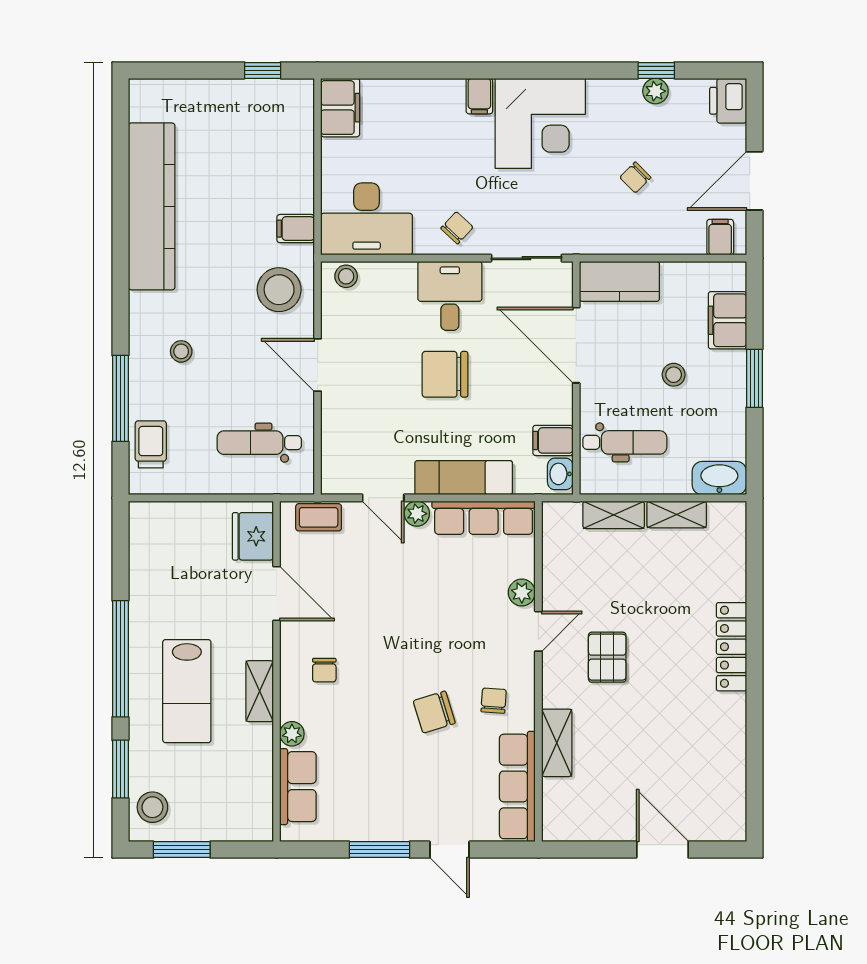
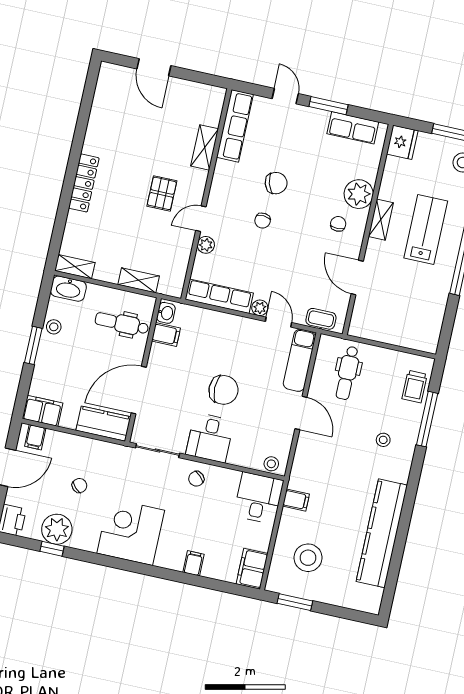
window: (263, 70) -> (295, 602), width x1.50
plant: (655, 91) -> (57, 529), width x1.88, depth x1.88
filing cabinet: (479, 96) -> (193, 563), moved
desk: (367, 219) -> (259, 498), width x0.73
stool: (279, 290) -> (308, 558), moved
filing cabinet: (727, 320) -> (42, 411), moved, turned -90
door: (576, 345) -> (139, 390), swing flipped
stool: (674, 375) -> (54, 327), moved
dental chair: (259, 443) -> (347, 373), turned 90
exam couch: (464, 478) -> (299, 360), moved, turned 90
shelving: (677, 514) -> (75, 267), moved
fridge: (253, 536) -> (402, 142), moved
chair: (494, 701) -> (263, 221), moved
plant: (292, 734) -> (359, 194), width x1.88, depth x1.88
row of seats: (298, 787) -> (353, 128), moved, turned -90

